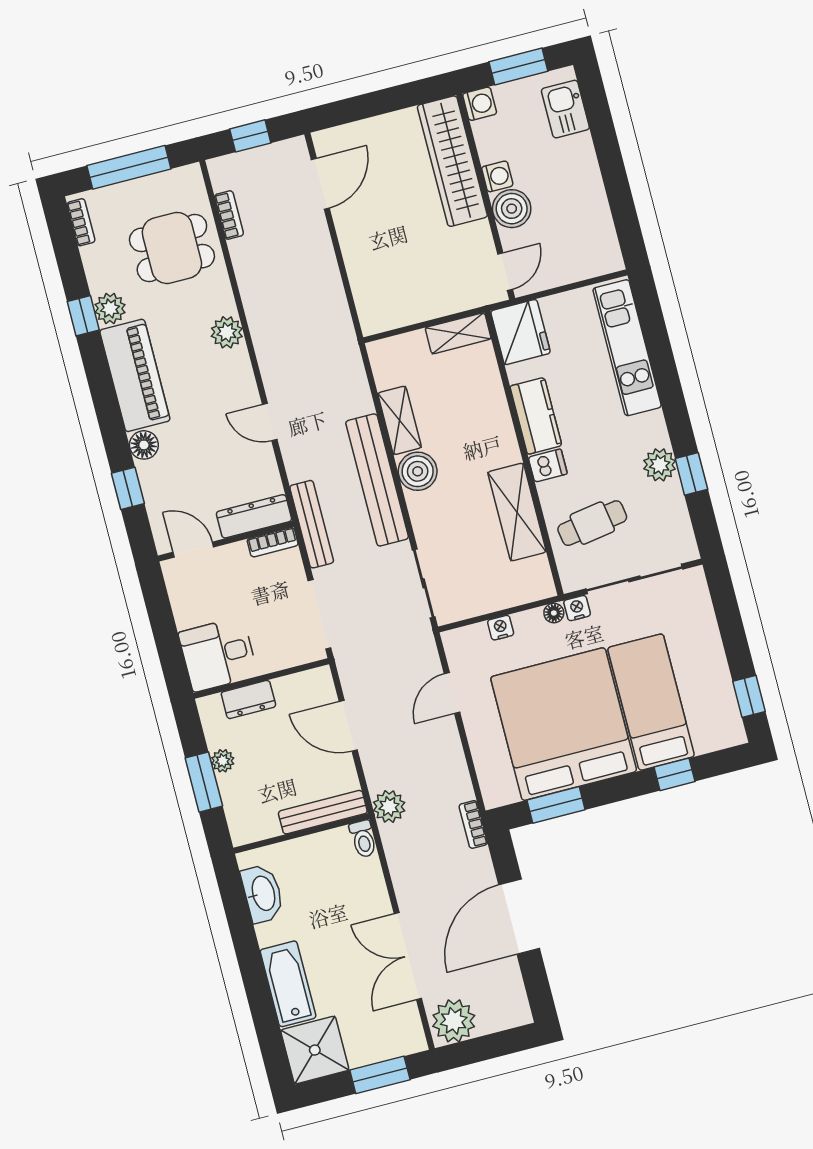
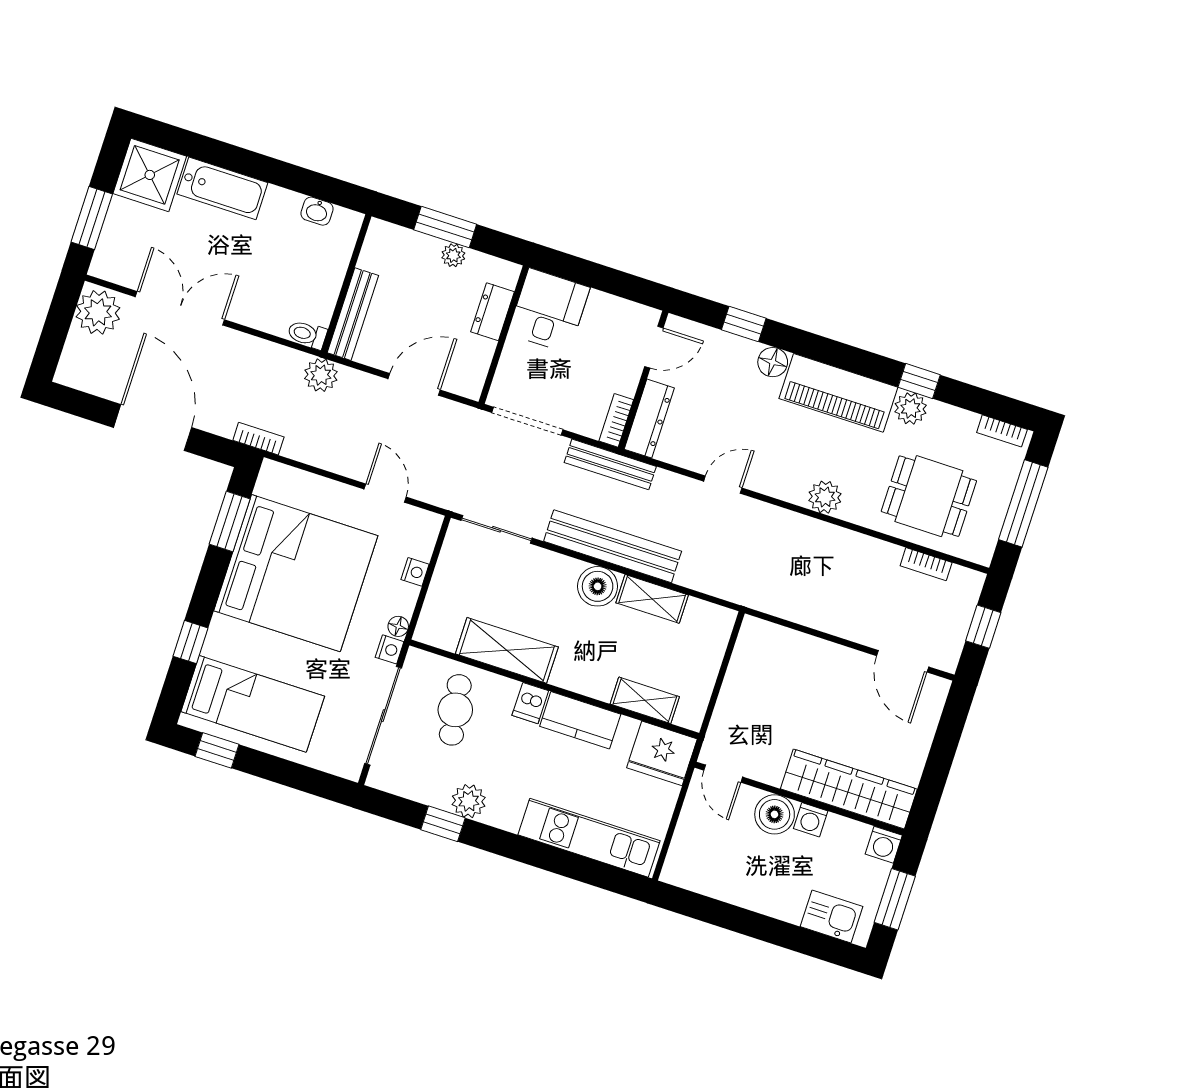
dining table: (172, 248) -> (929, 496), turned 90
shelving: (458, 333) -> (645, 700), moved, turned 90
bed: (651, 702) -> (253, 704), moved
washbasin: (263, 894) -> (317, 211), width x0.52, depth x0.69

